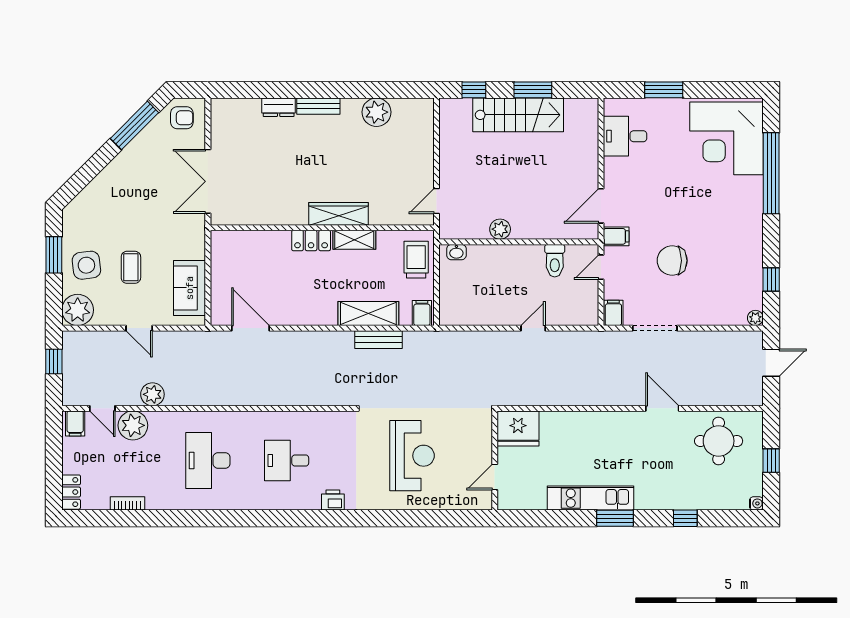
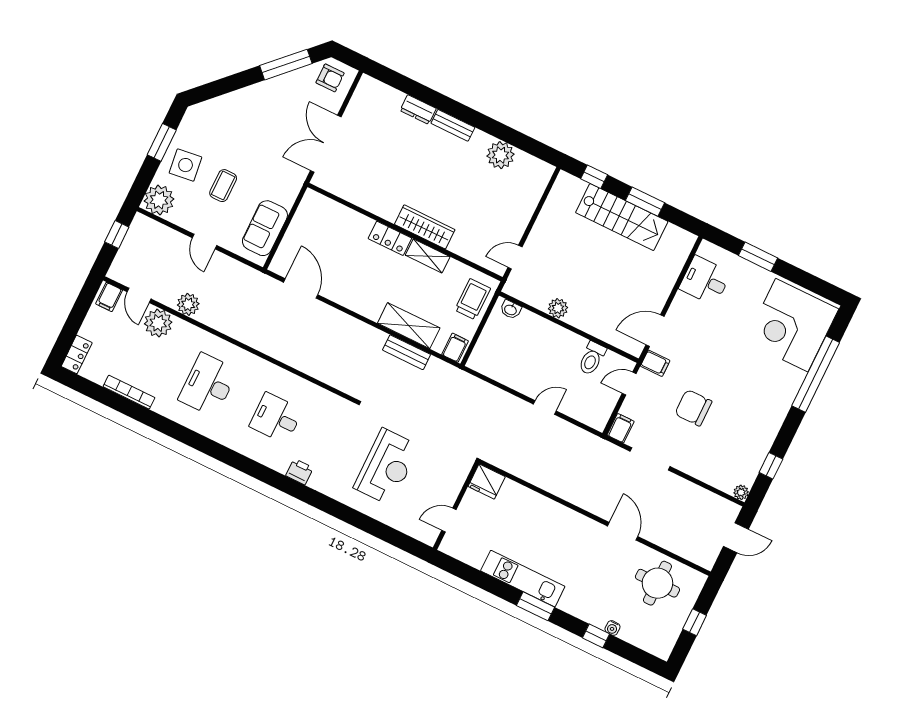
fridge: (518, 428) -> (487, 482), width x0.73, depth x0.75
bookcase: (127, 503) -> (129, 392), width x1.56
water cooler: (756, 503) -> (612, 628), moved, turned 90

